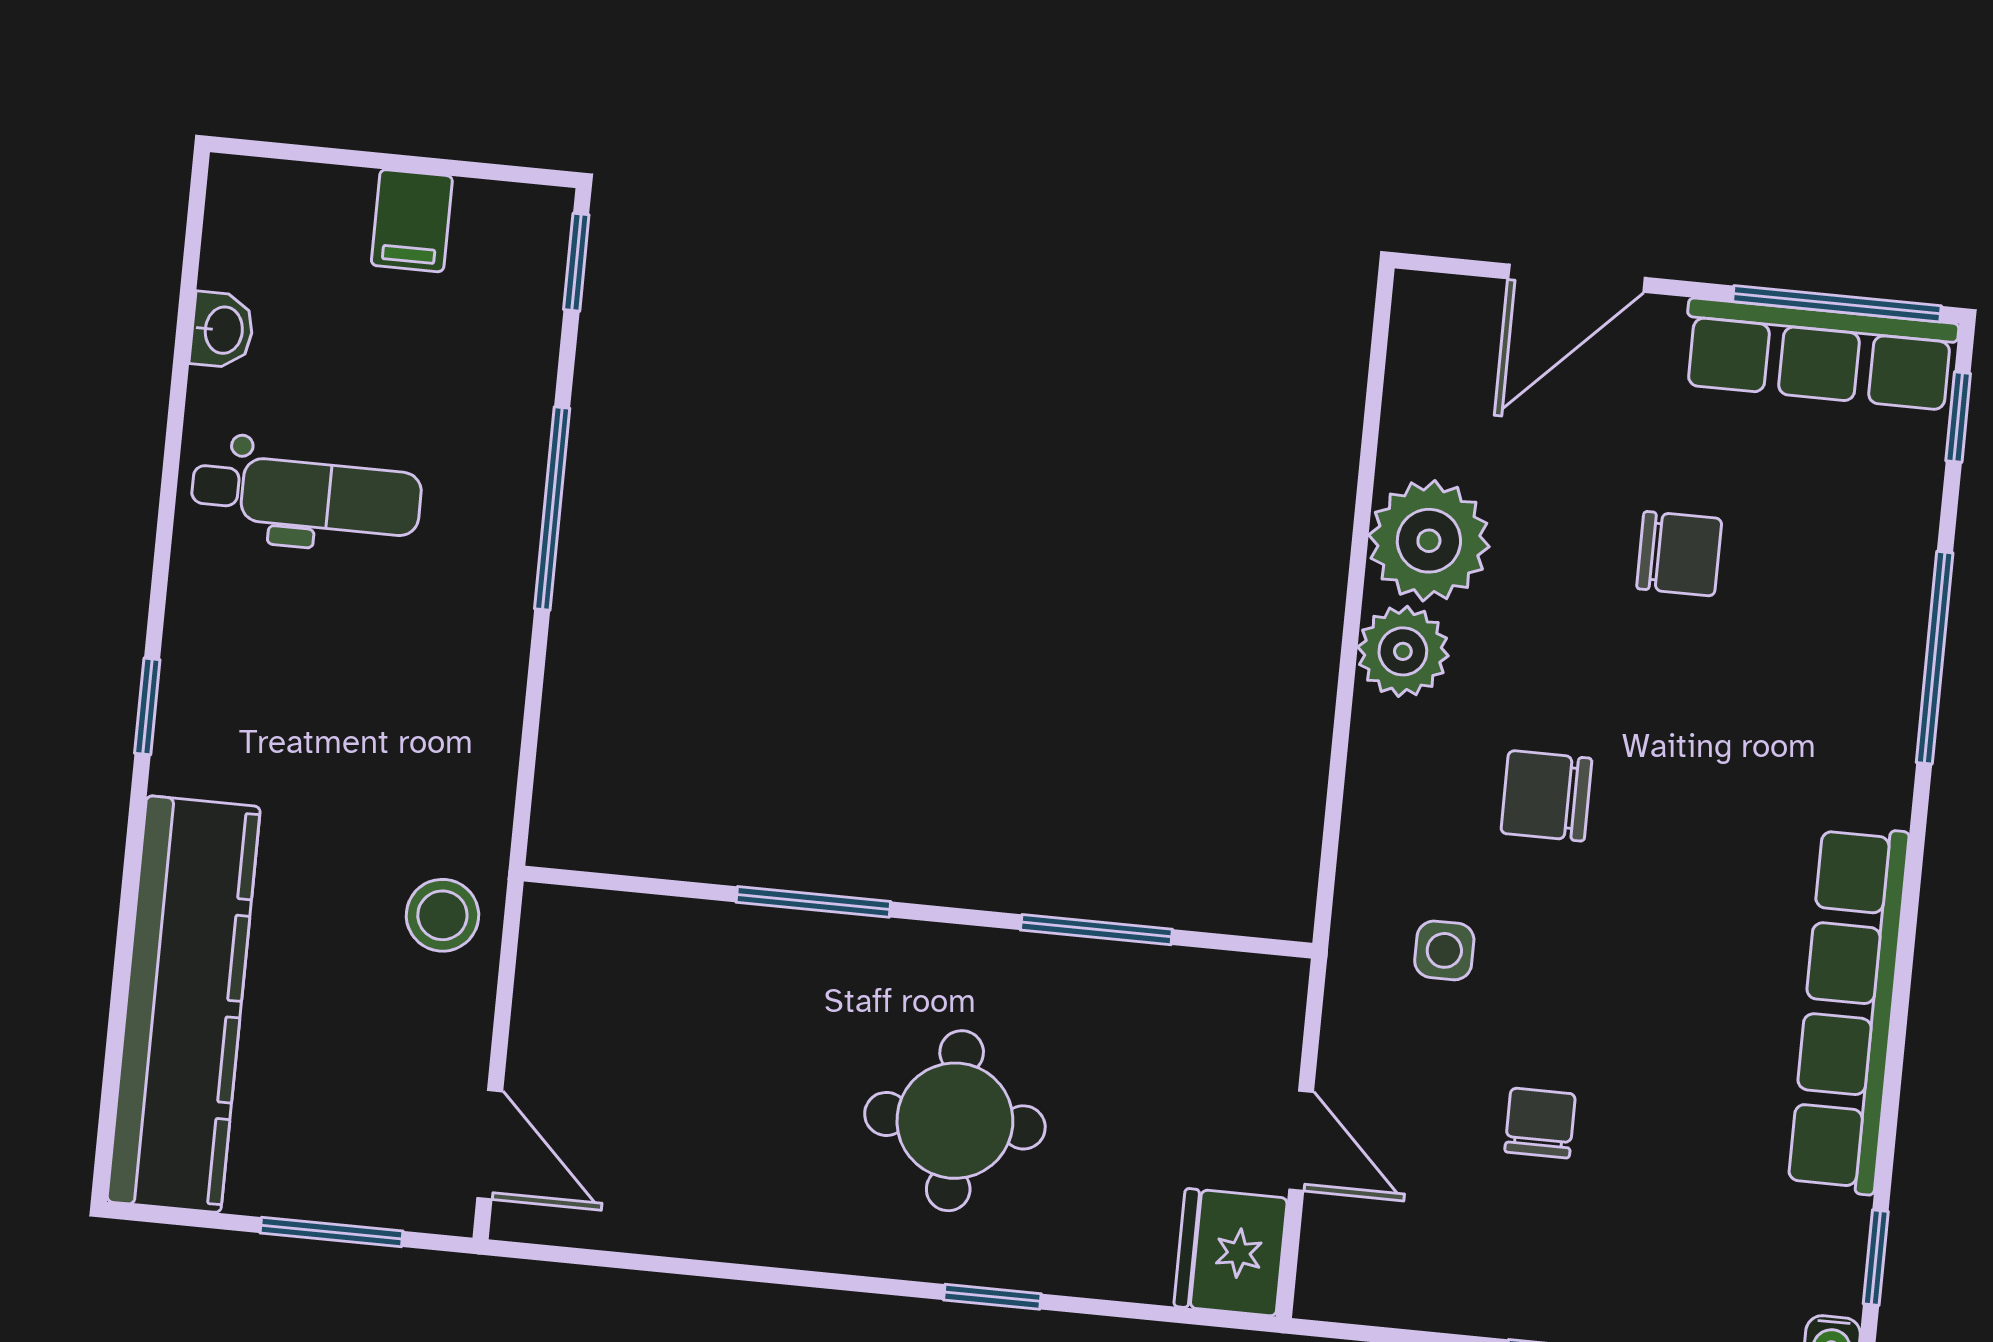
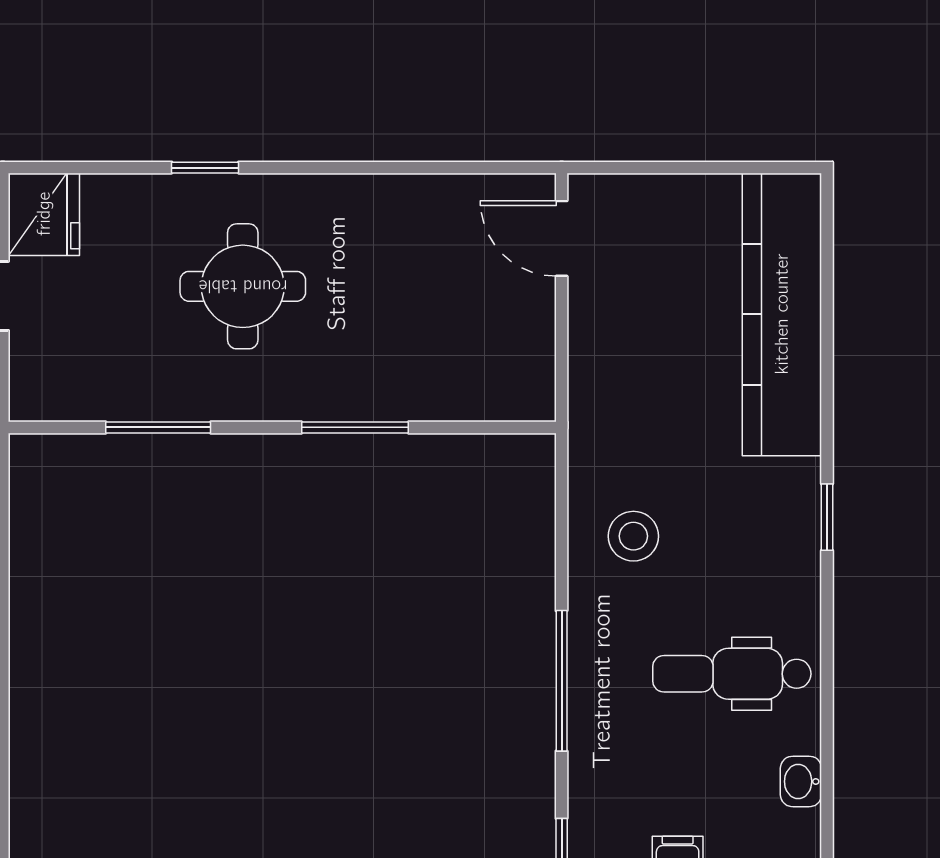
stool: (442, 915) -> (633, 536), moved
window: (332, 1232) -> (665, 168), removed

